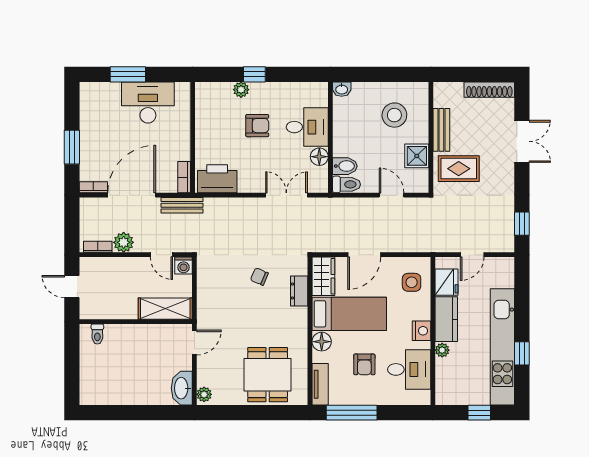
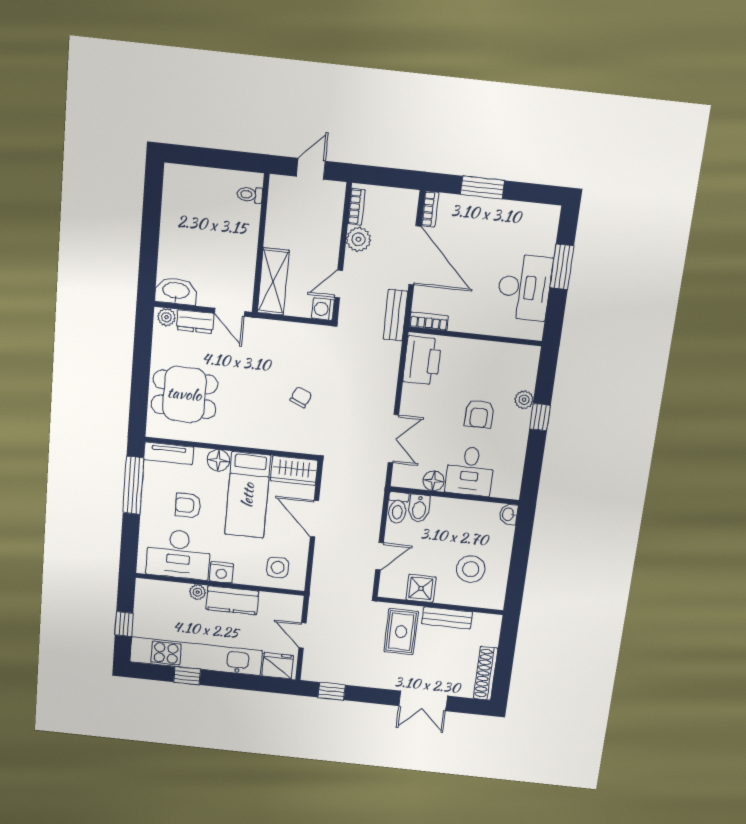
fridge: (446, 282) -> (278, 666), moved, turned 180
dresser: (299, 291) -> (195, 322), moved, turned 180
desk: (409, 369) -> (178, 554), width x1.37

